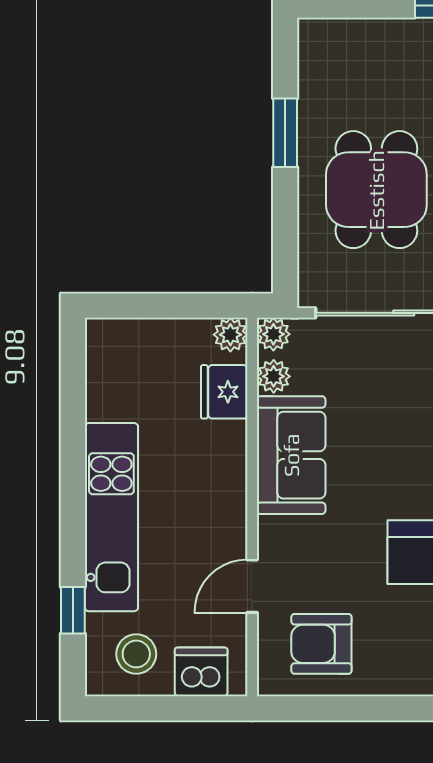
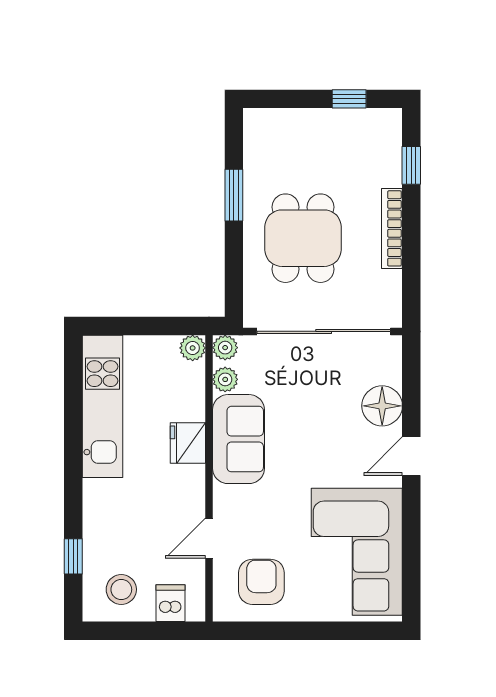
fridge: (224, 392) -> (188, 443), moved
kitchen unit: (111, 517) -> (103, 406), moved
armchair: (321, 644) -> (261, 582), turned 90
dishwasher: (201, 672) -> (170, 603), width x0.73

